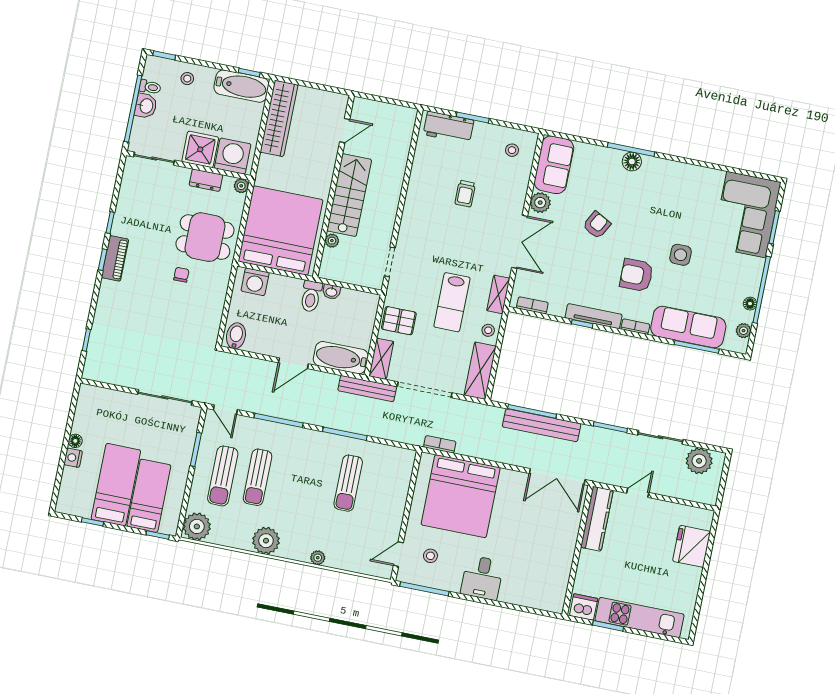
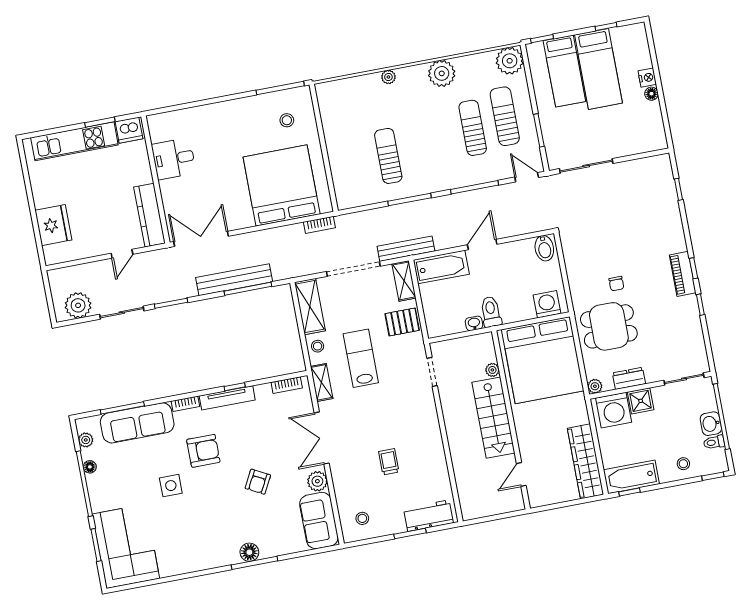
shower: (200, 149) -> (641, 401), width x0.73, depth x0.73
door: (398, 554) -> (317, 110), removed
desk: (482, 578) -> (174, 159), moved, turned -90

